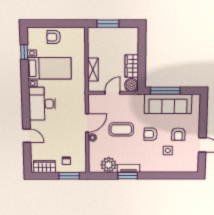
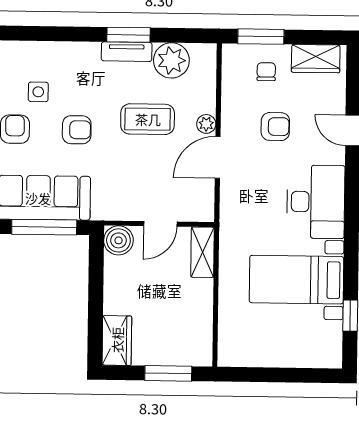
armchair: (54, 37) -> (275, 127), moved
wardrobe: (132, 66) -> (117, 340), moved
shelving: (93, 70) -> (203, 252), moved
coffee table: (121, 129) -> (148, 119), moved

